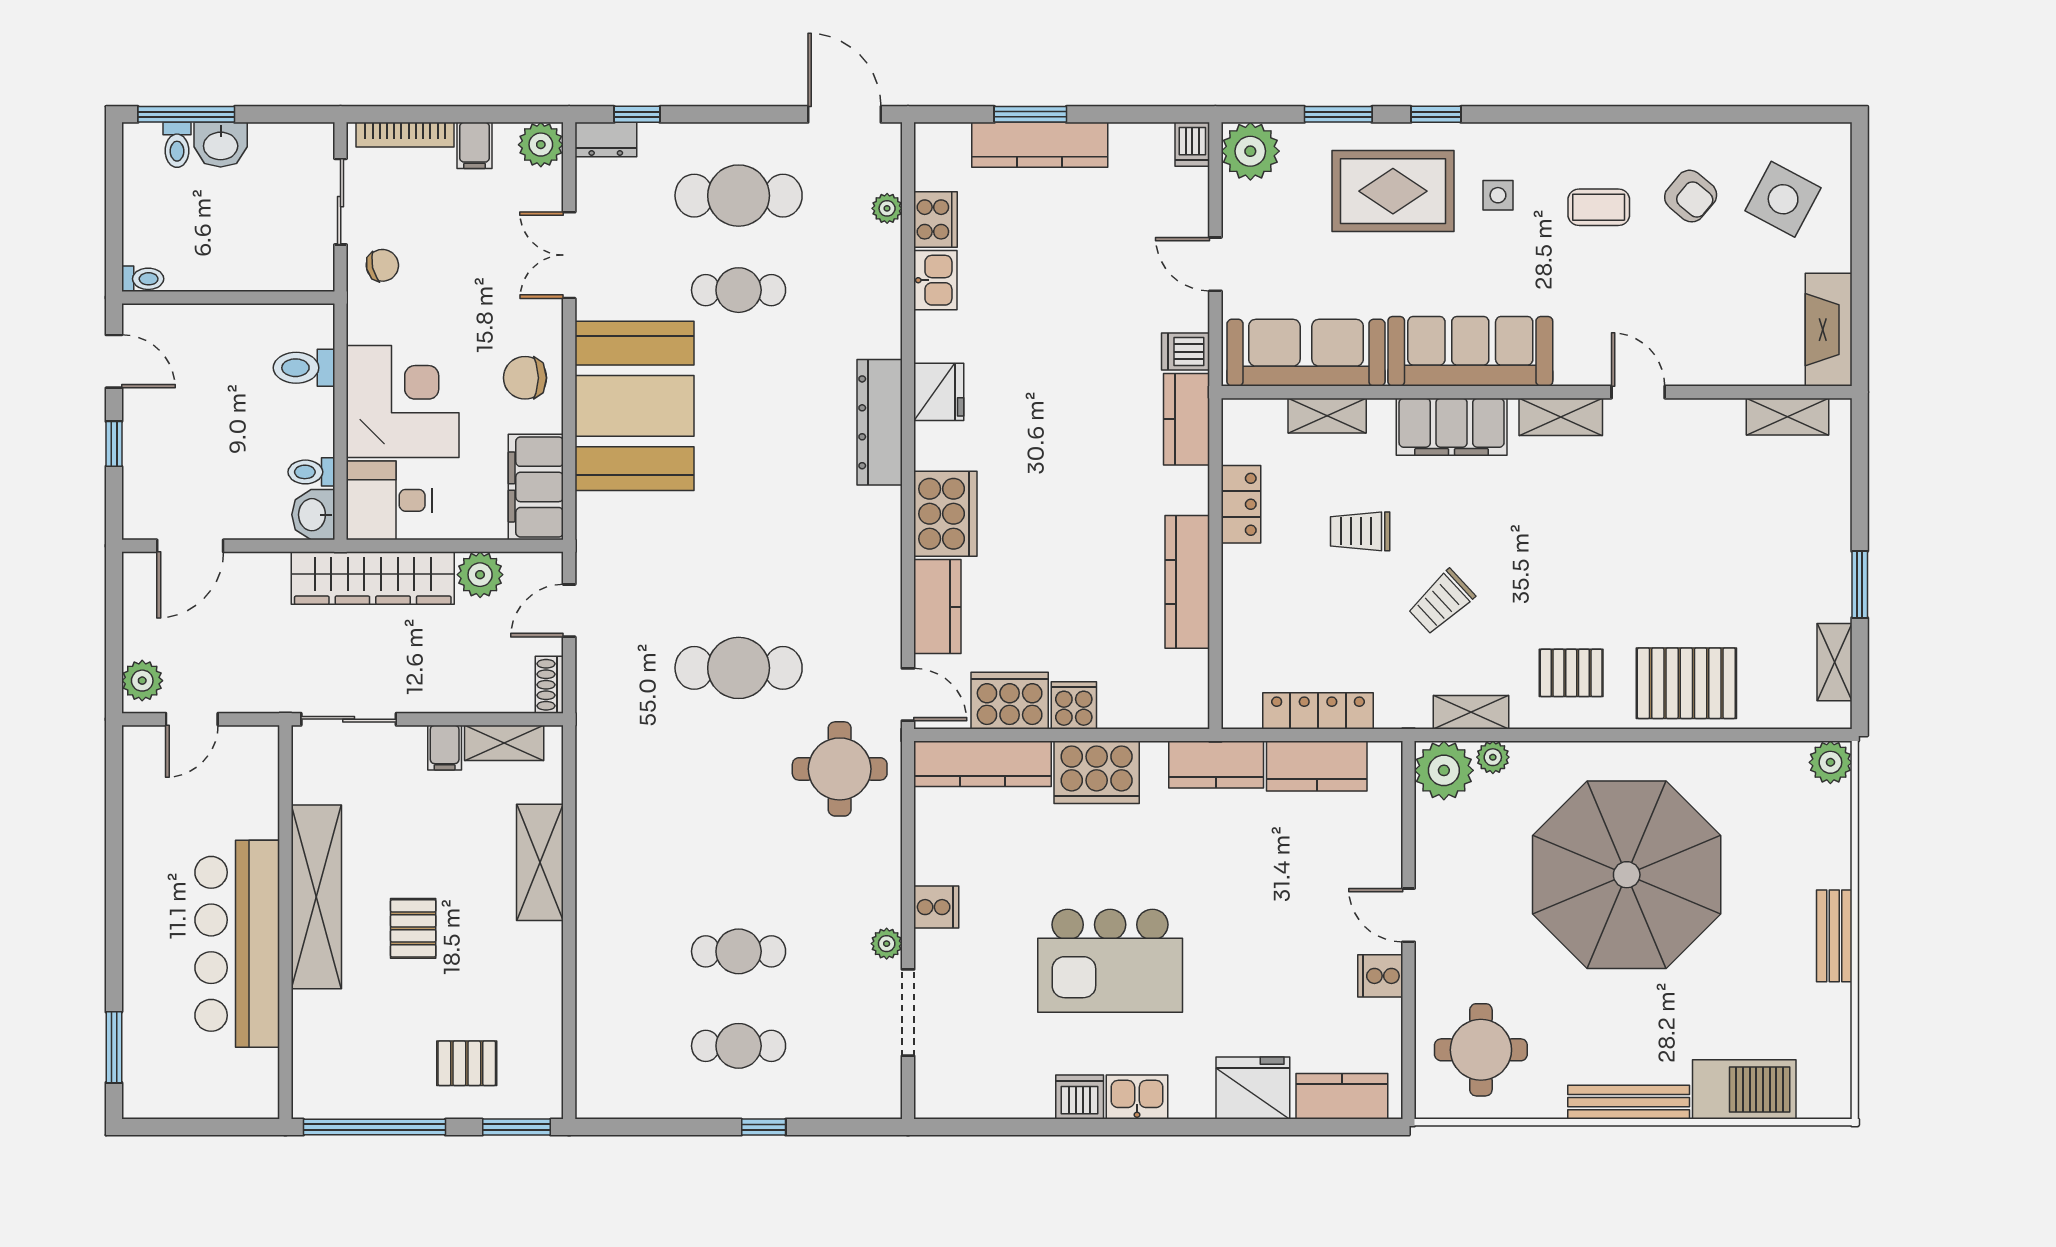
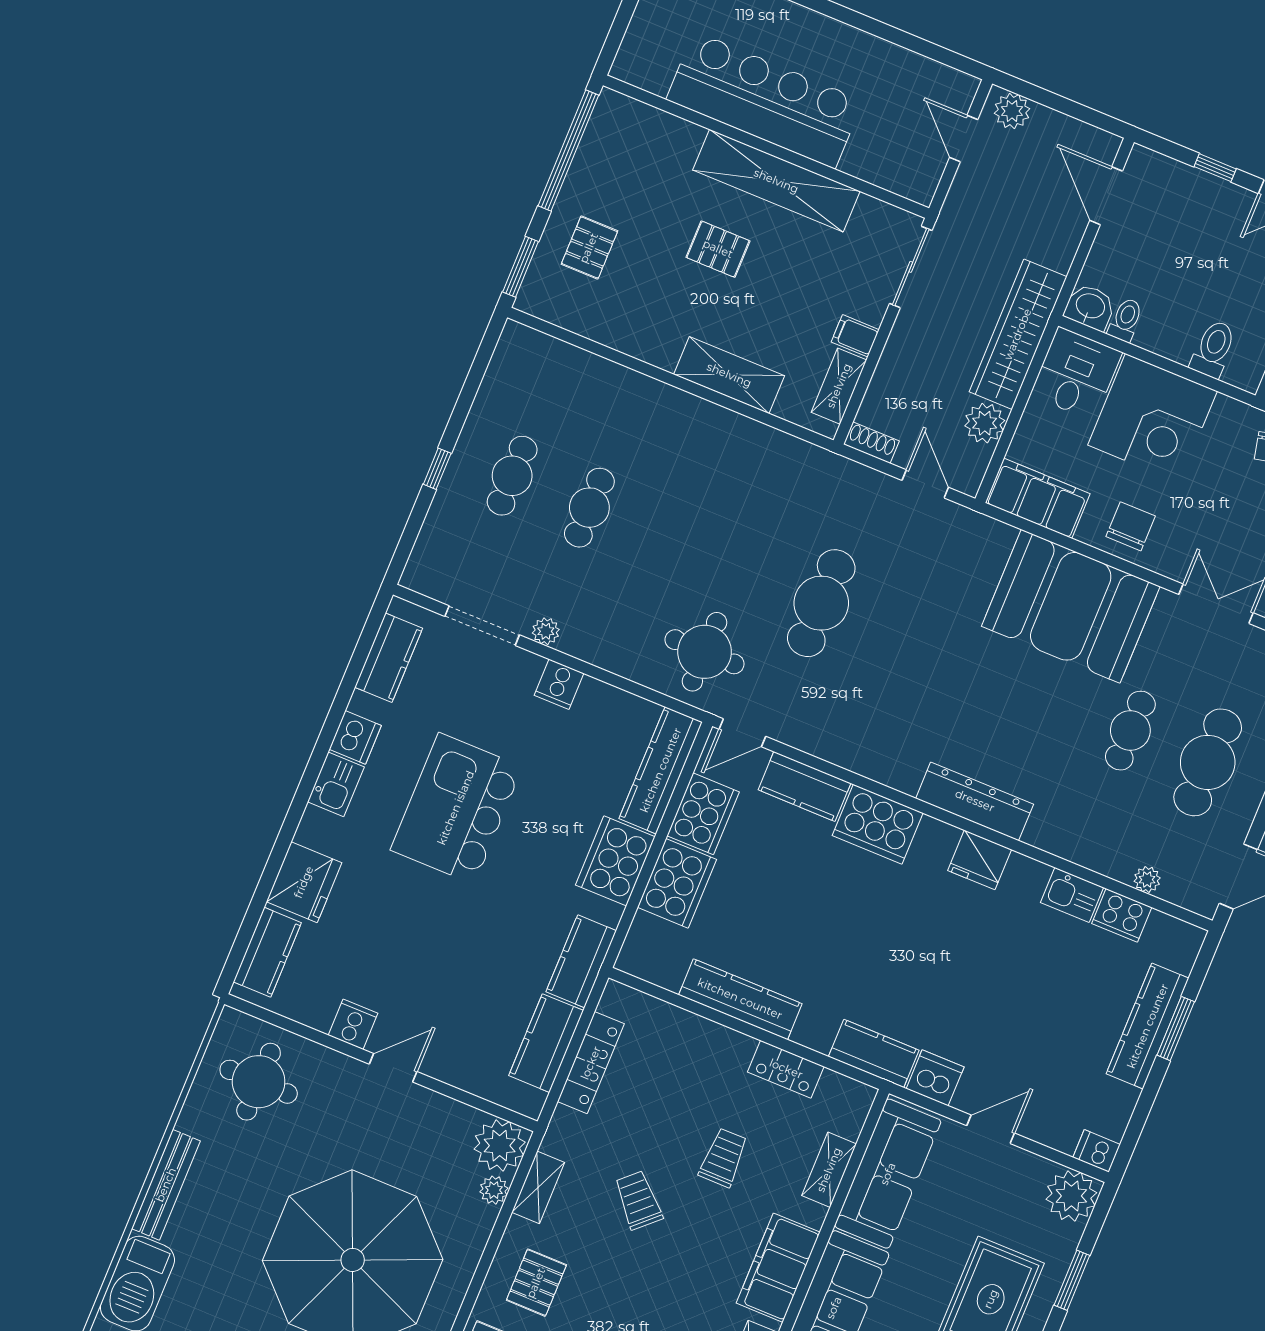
dishwasher: (1186, 352) -> (935, 1078), width x1.38
cooker: (1074, 705) -> (677, 883), width x1.87, depth x1.31
kitchen counter: (982, 1096) -> (389, 658), added

